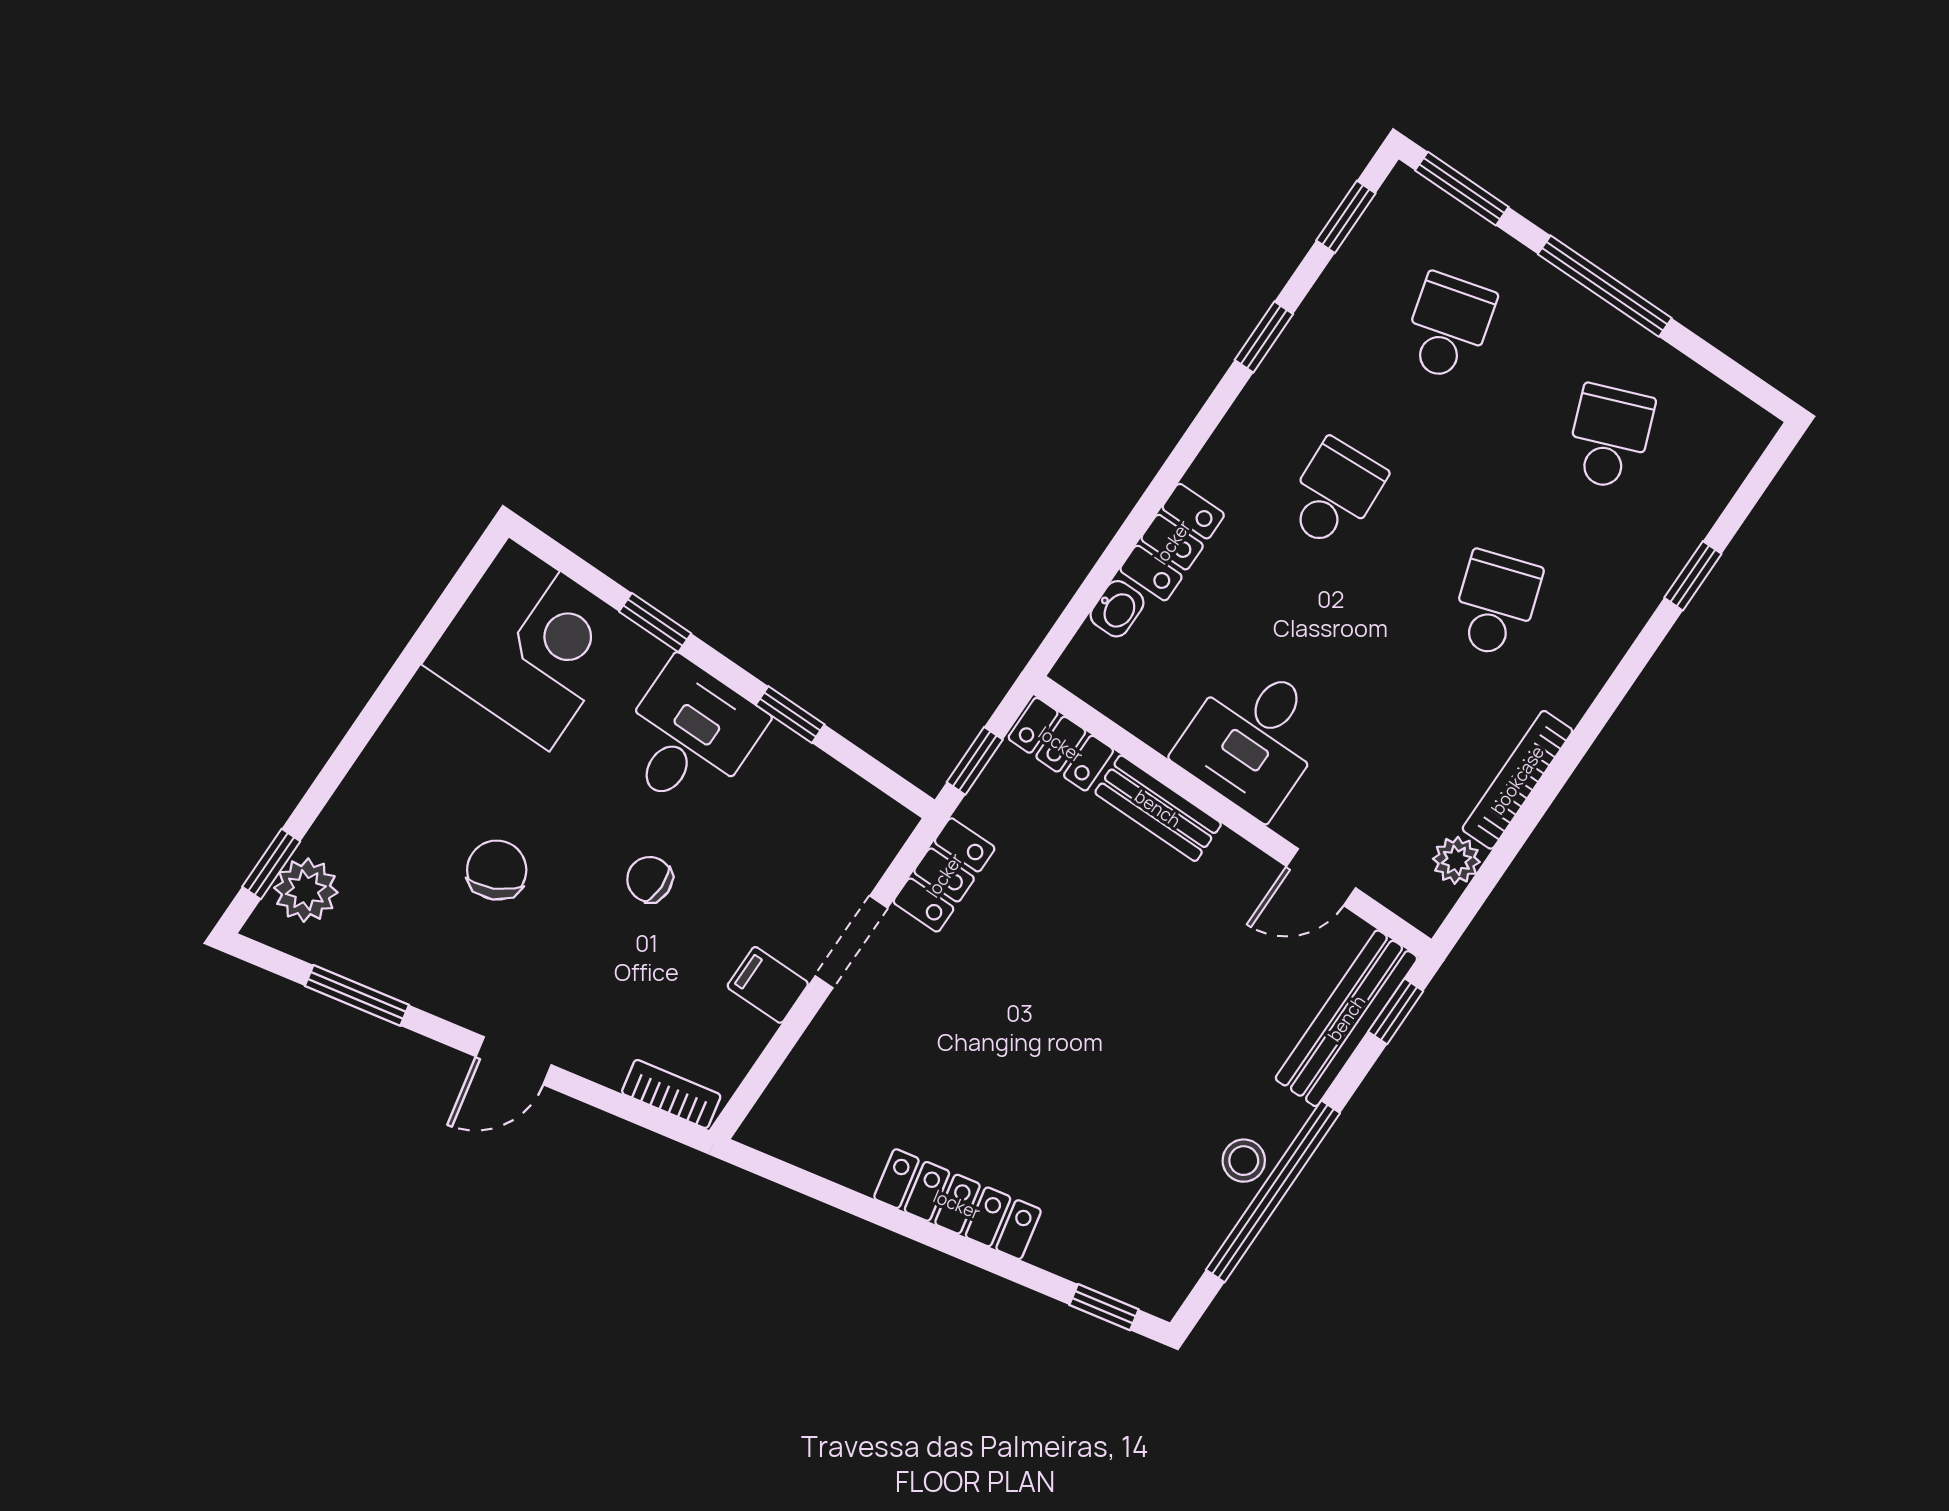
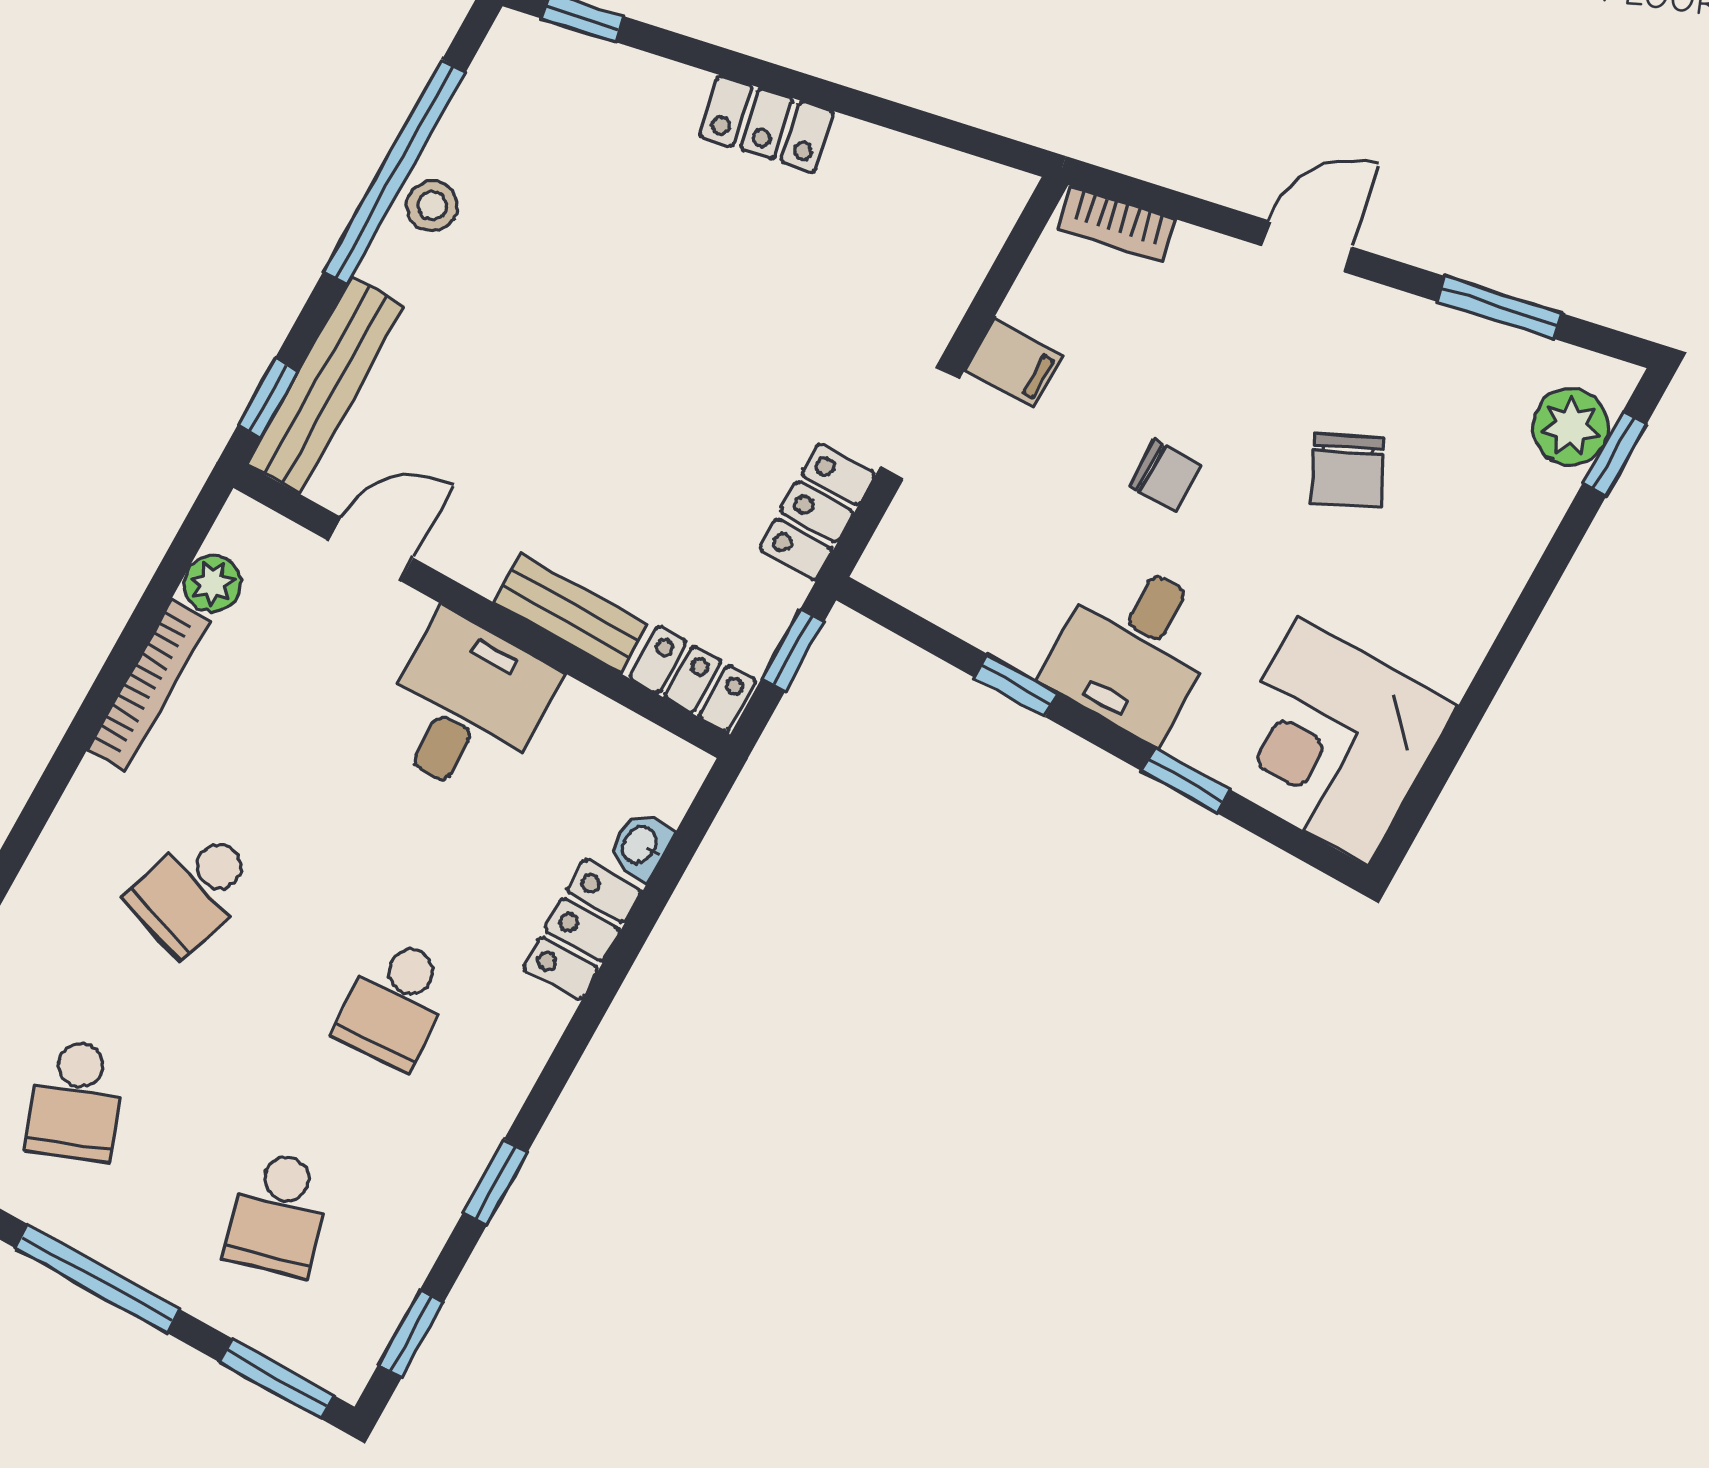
school desk: (1496, 604) -> (193, 891), turned 36
locker: (957, 1204) -> (766, 124), width x0.66

